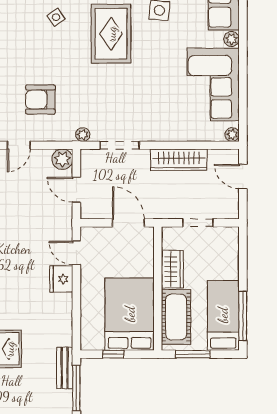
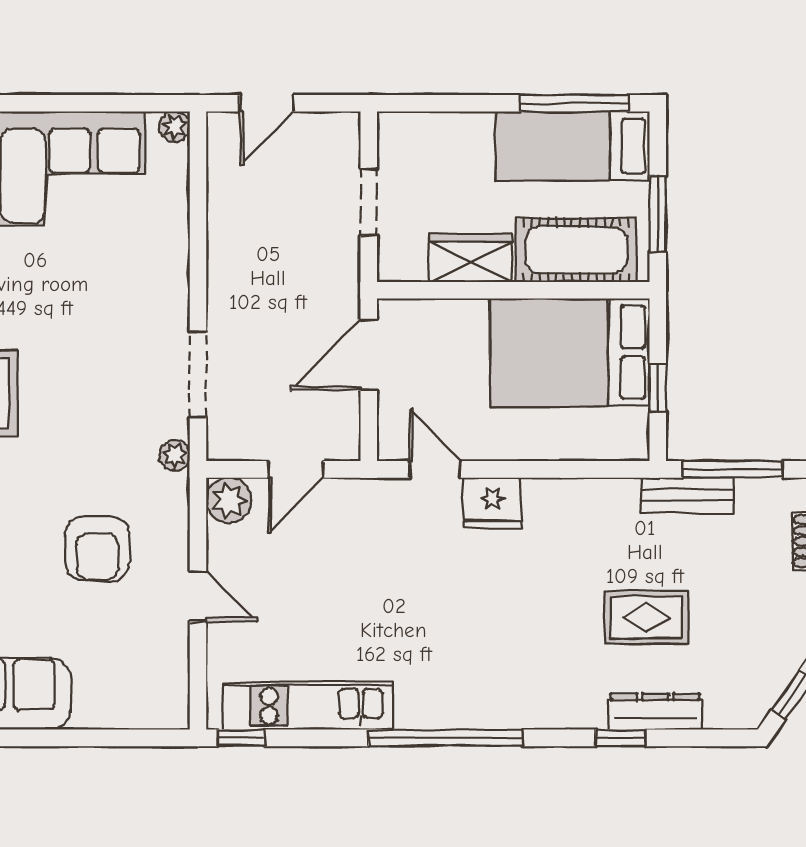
wardrobe: (179, 160) -> (230, 244), removed
door: (76, 253) -> (435, 469), swing flipped

